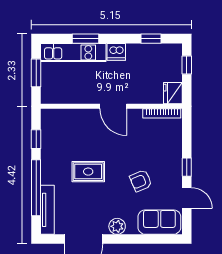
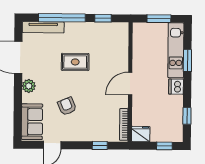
window: (187, 167) -> (100, 145), moved
rug: (88, 172) -> (75, 62), turned 90

